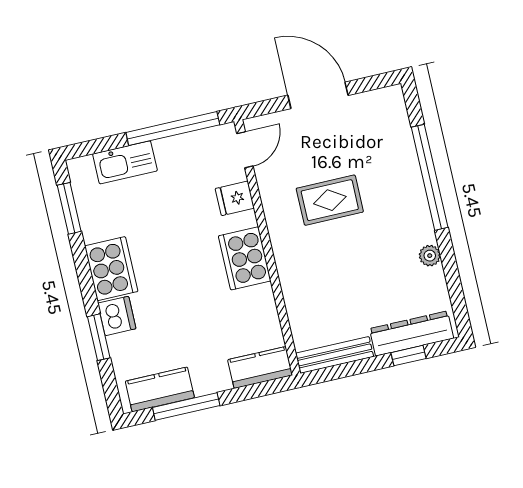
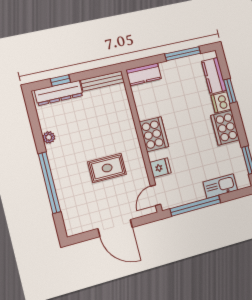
kitchen counter: (160, 389) -> (214, 76), moved, turned 90

